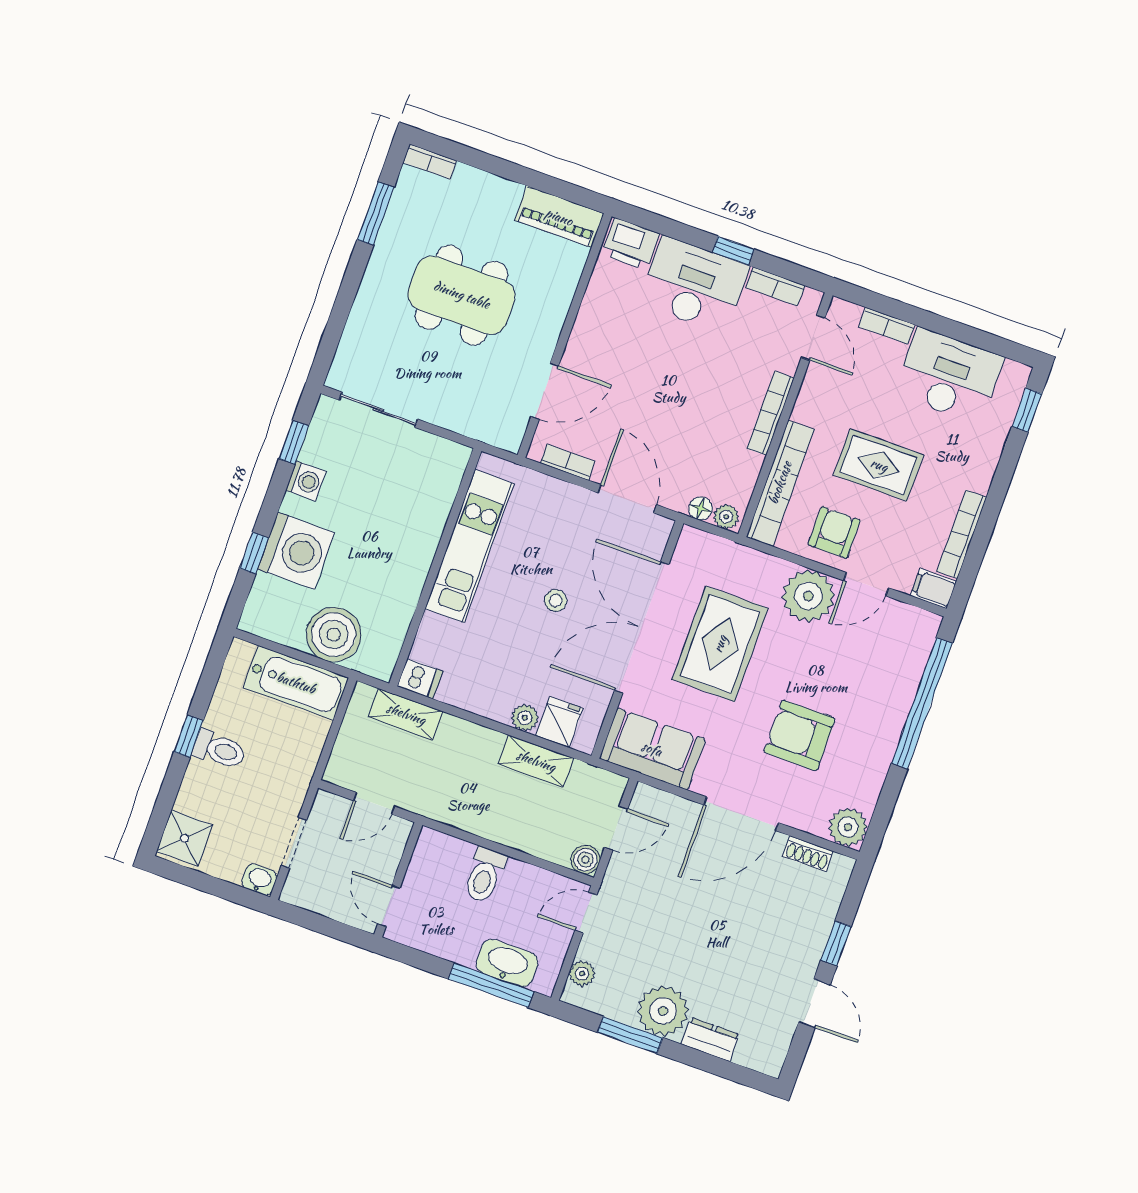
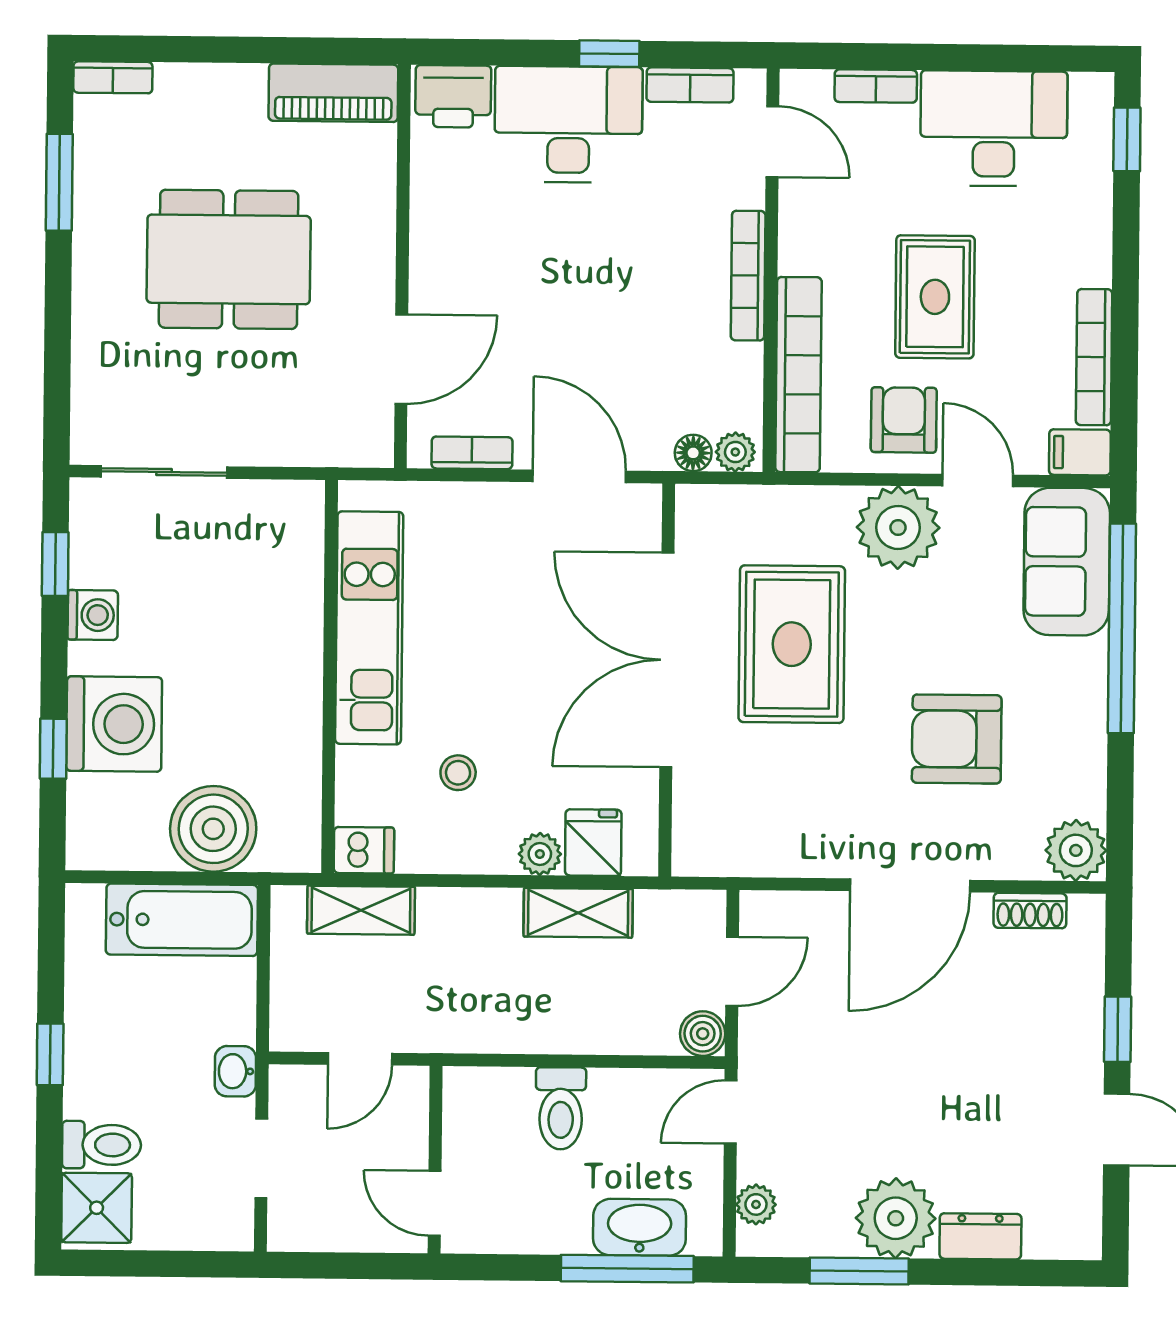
rug: (879, 465) -> (935, 297), turned 90
door: (866, 584) -> (978, 481), swing flipped
stool: (556, 601) -> (458, 773), moved
sofa: (652, 749) -> (1067, 562), moved, turned -90
toilet: (219, 750) -> (102, 1145), moved
washbasin: (259, 880) -> (235, 1071), moved, turned -90

